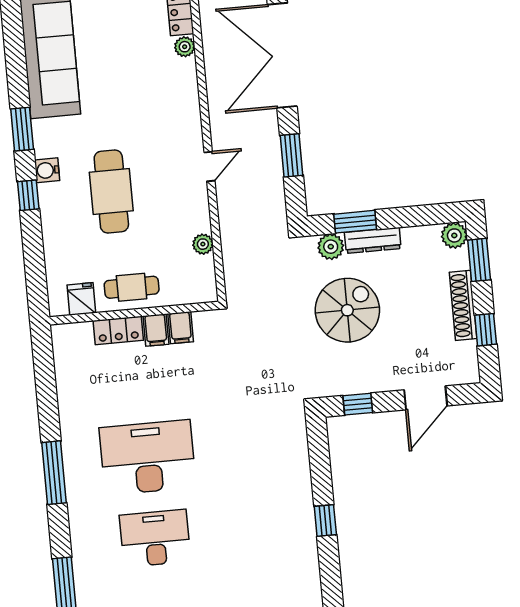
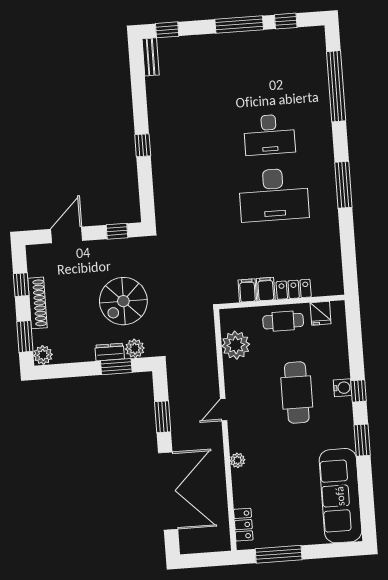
plant: (185, 47) -> (238, 460), moved
water cooler: (47, 170) -> (343, 388), moved
dresser: (373, 240) -> (110, 352), width x0.70
plant: (203, 244) -> (236, 345), width x1.87, depth x1.87

